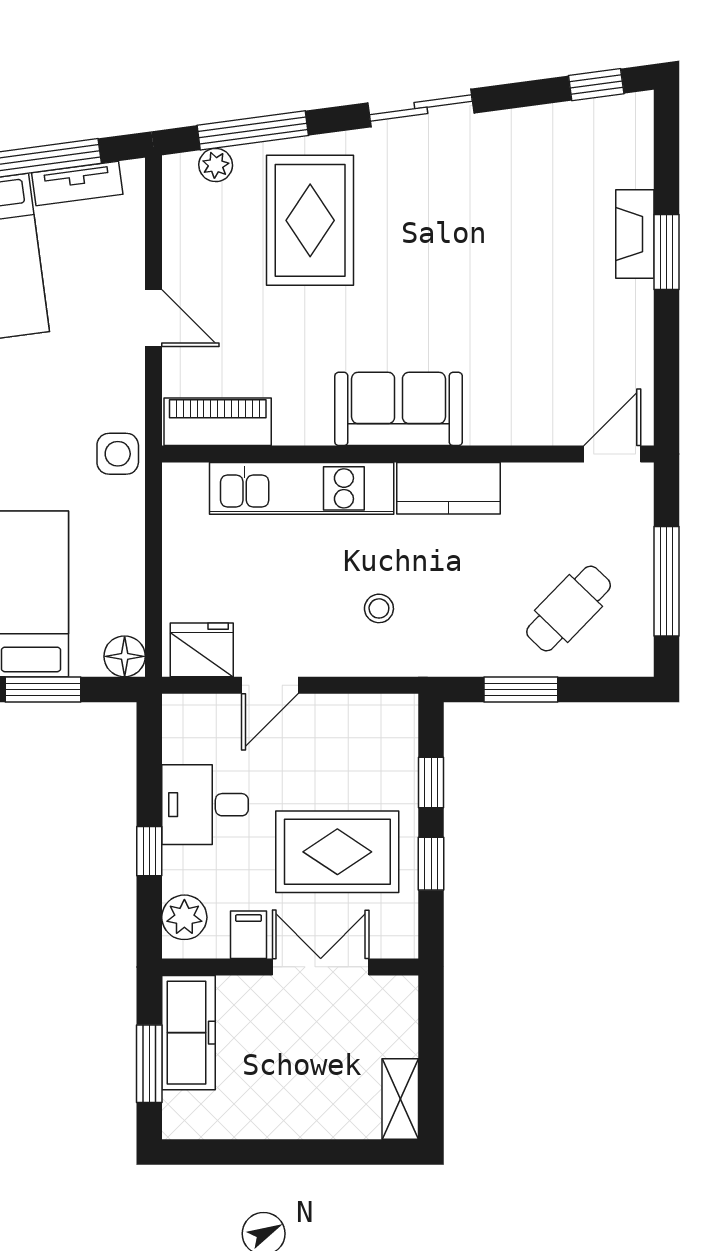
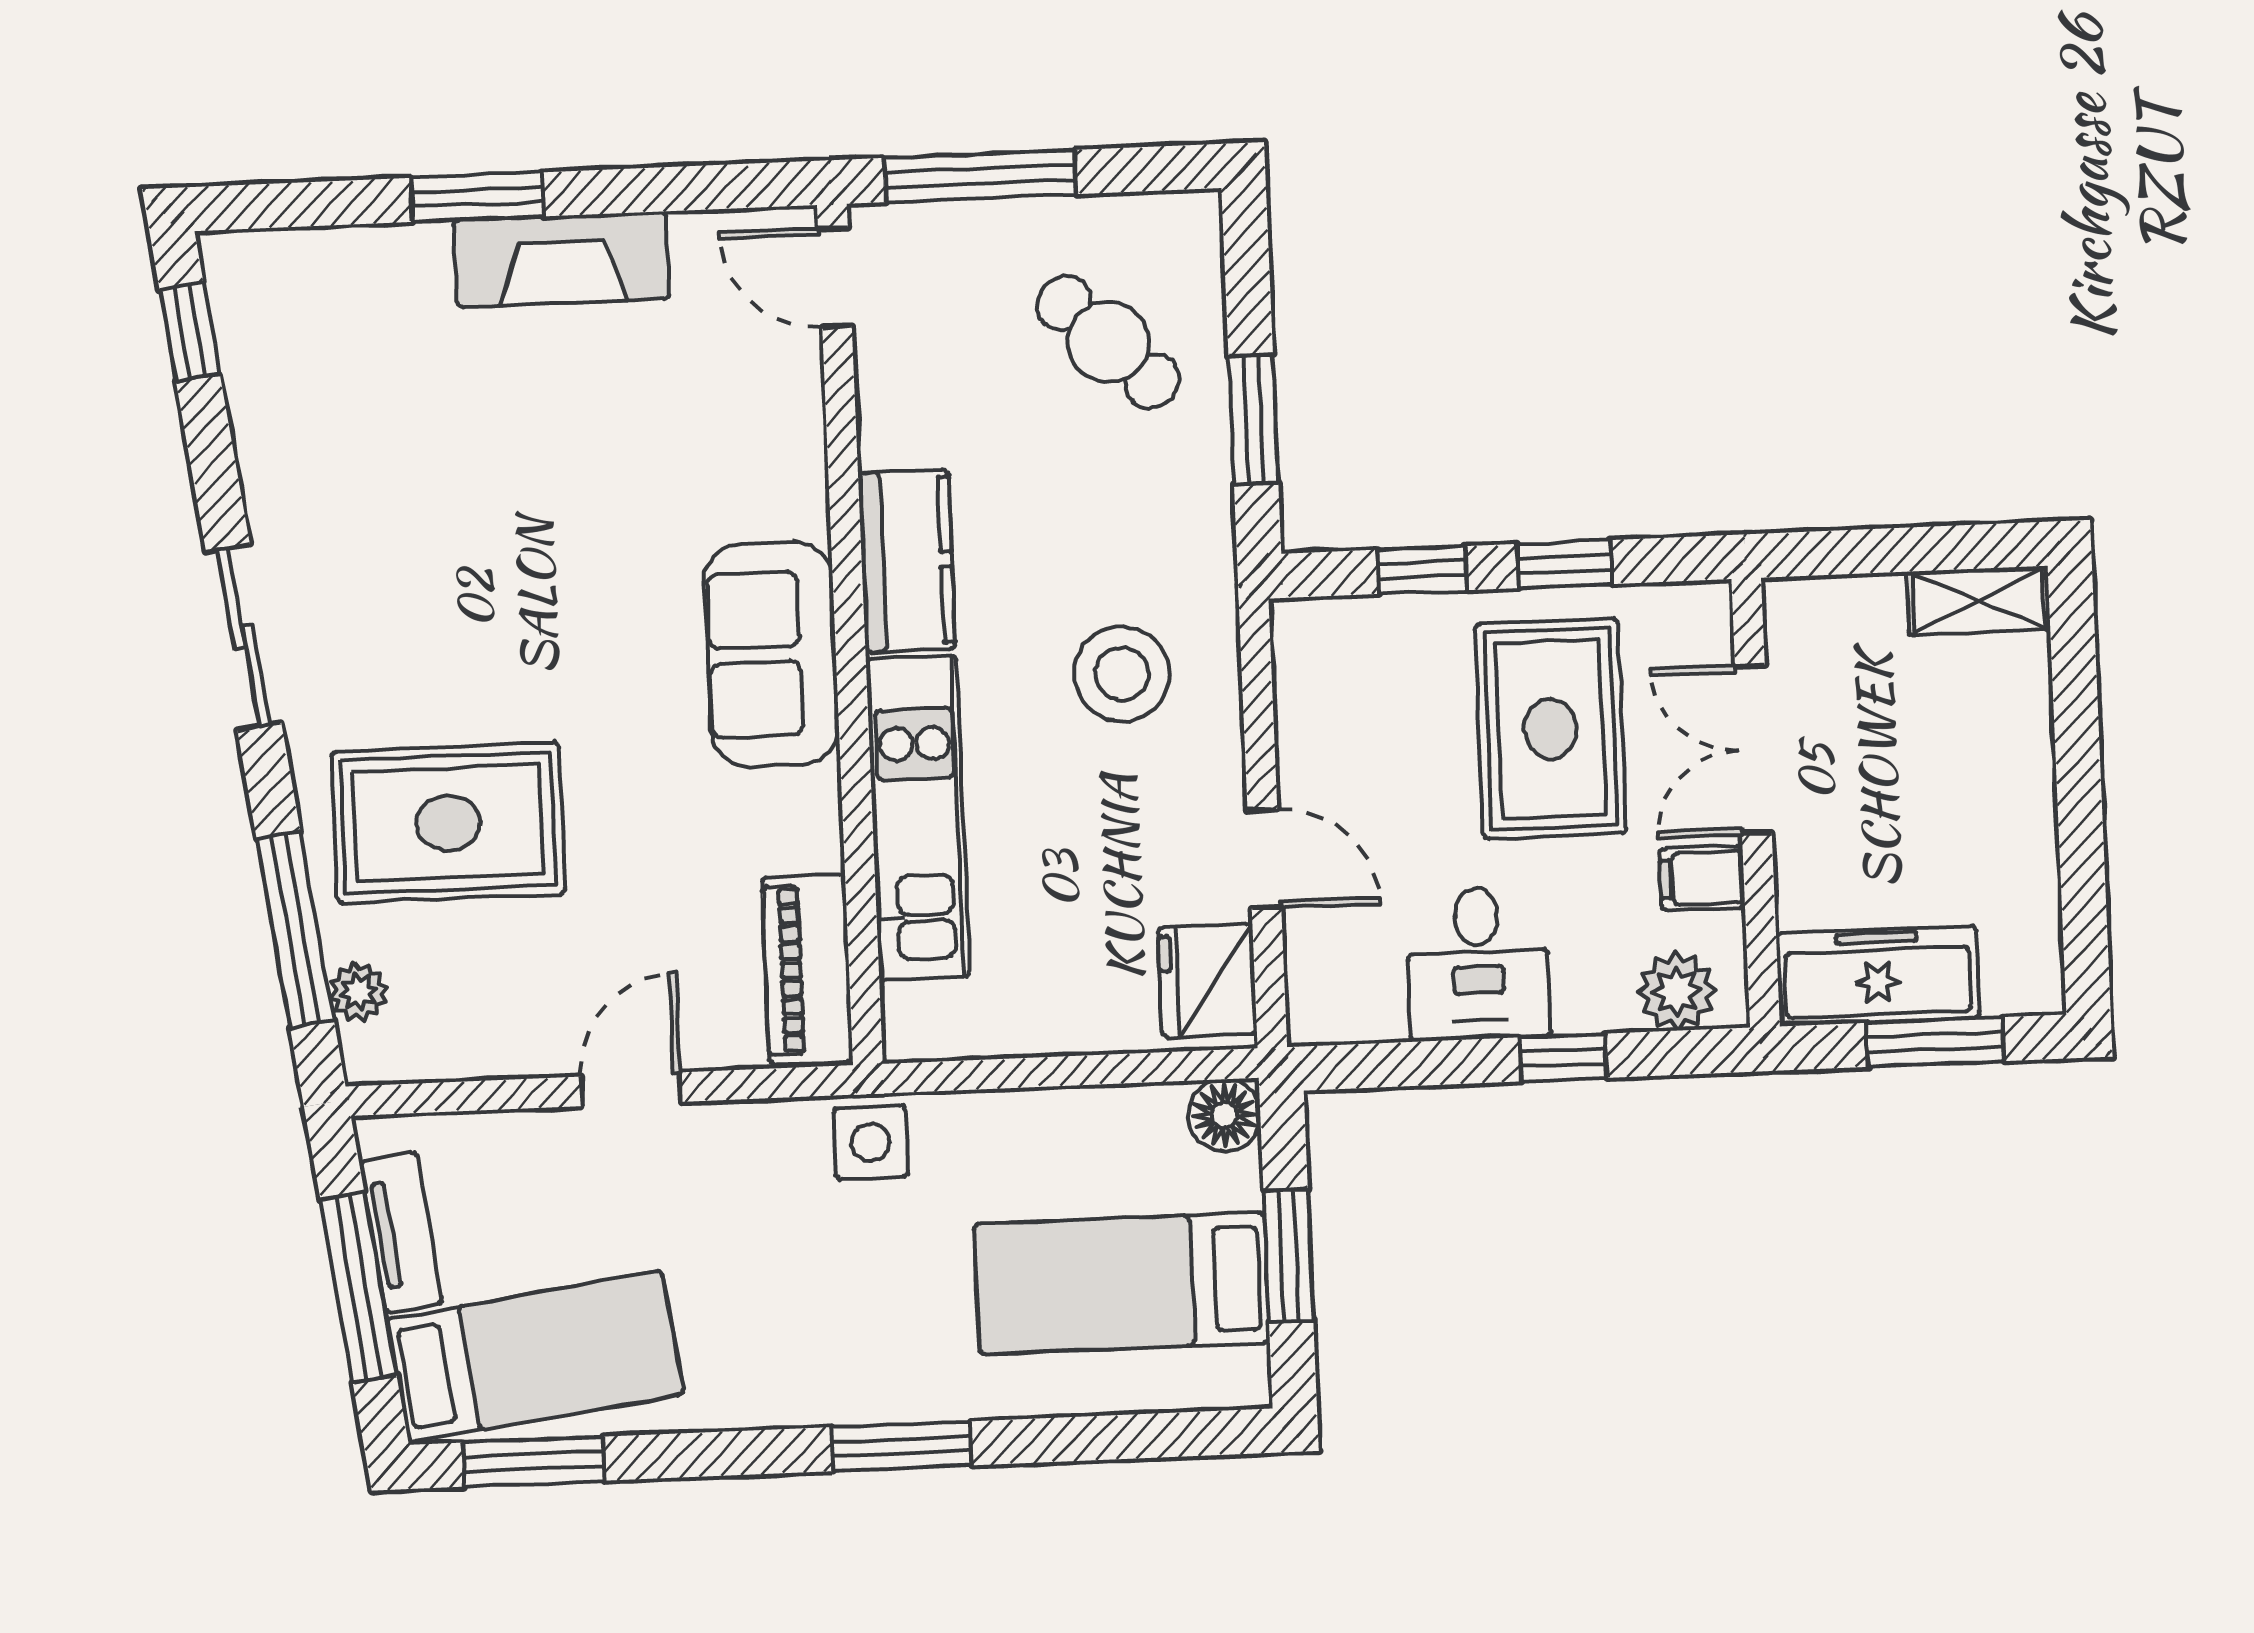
fireplace: (635, 234) -> (562, 259), moved, width x1.37, depth x1.32
window: (666, 581) -> (980, 176), moved
stool: (379, 608) -> (1122, 674), width x1.89, depth x1.89

